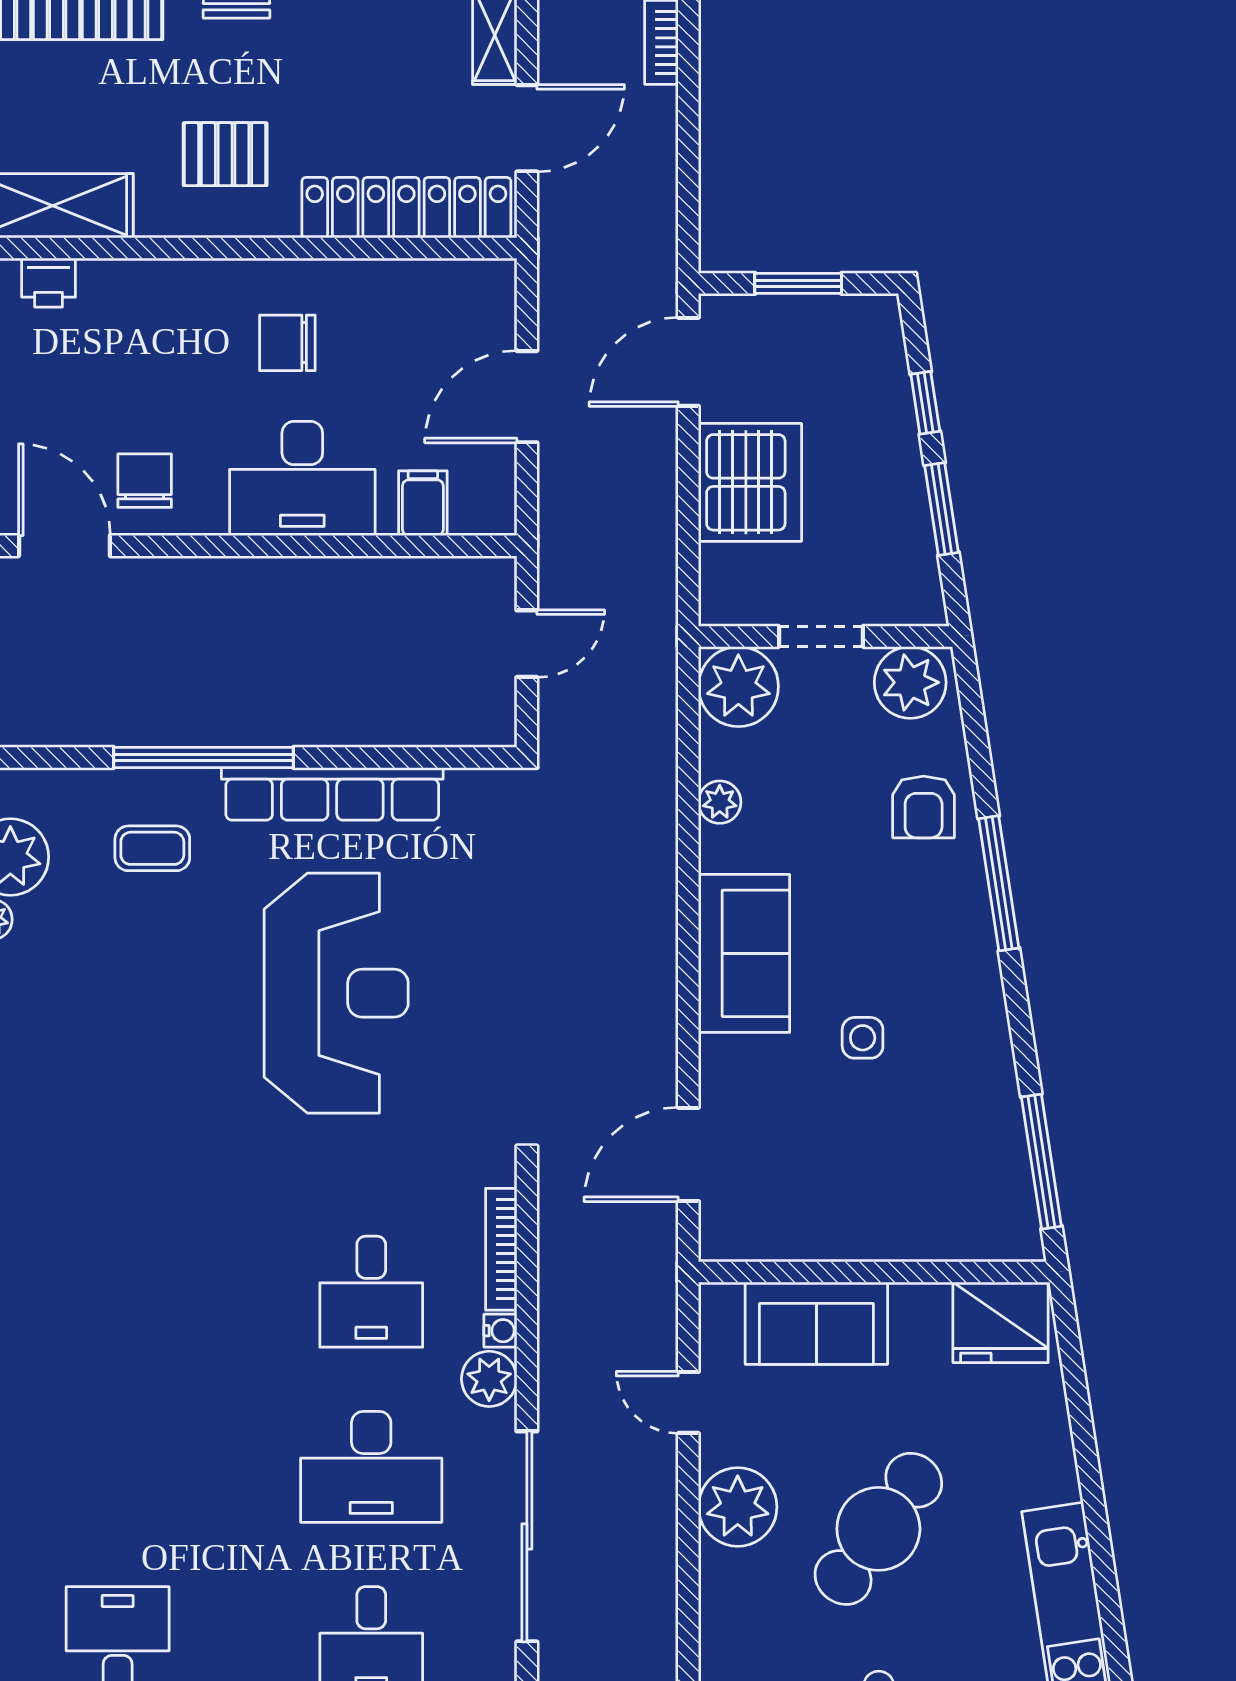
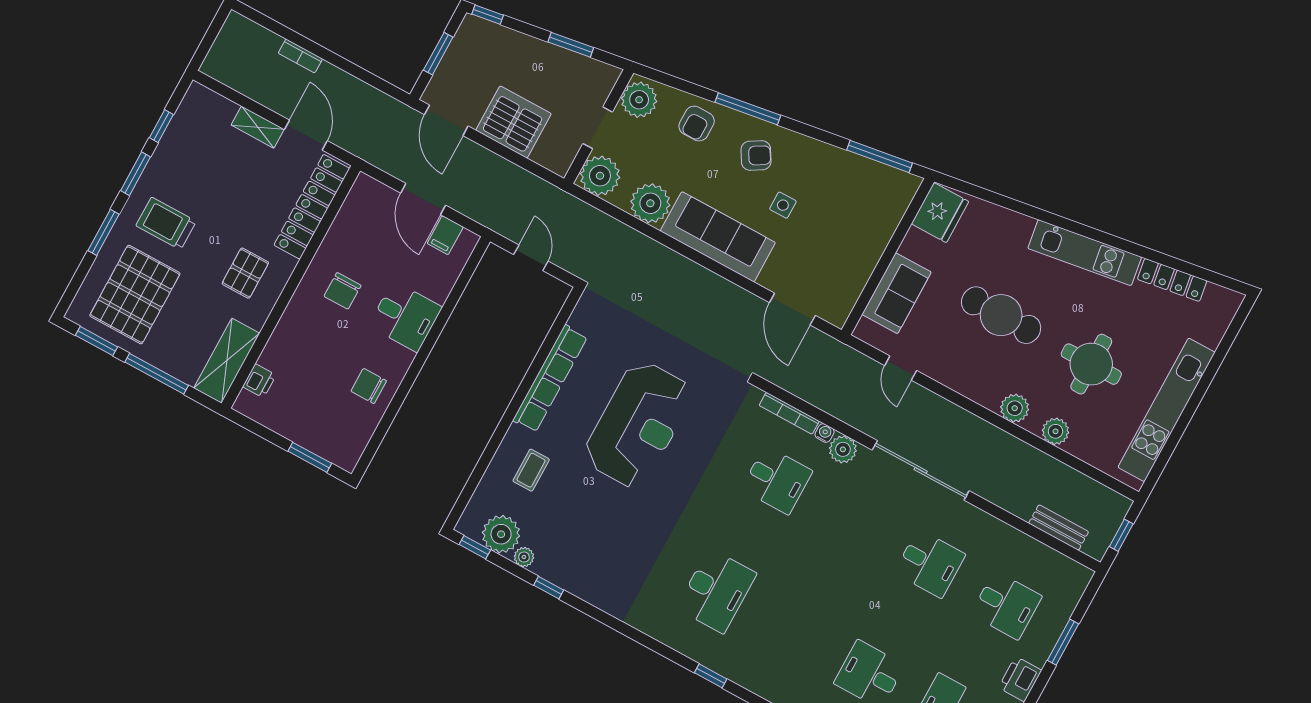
window: (925, 403) -> (488, 15), moved
desk: (302, 478) -> (405, 317), width x0.73
filing cabinet: (423, 503) -> (445, 235), moved, turned -90
door: (64, 546) -> (378, 436), removed
window: (204, 758) -> (504, 426), removed
plant: (720, 802) -> (650, 203), width x1.88, depth x1.88
armchair: (924, 807) -> (697, 124), turned 90
armchair: (924, 943) -> (756, 156), added
sofa: (744, 953) -> (718, 237), width x1.36
reception desk: (336, 993) -> (638, 424), turned 90
door: (688, 1402) -> (901, 368), hinge flipped
desk: (371, 1467) -> (716, 591), moved
plant: (738, 1507) -> (1015, 408), moved, width x0.73, depth x0.73
cafe table: (878, 1529) -> (1001, 315), turned -36

